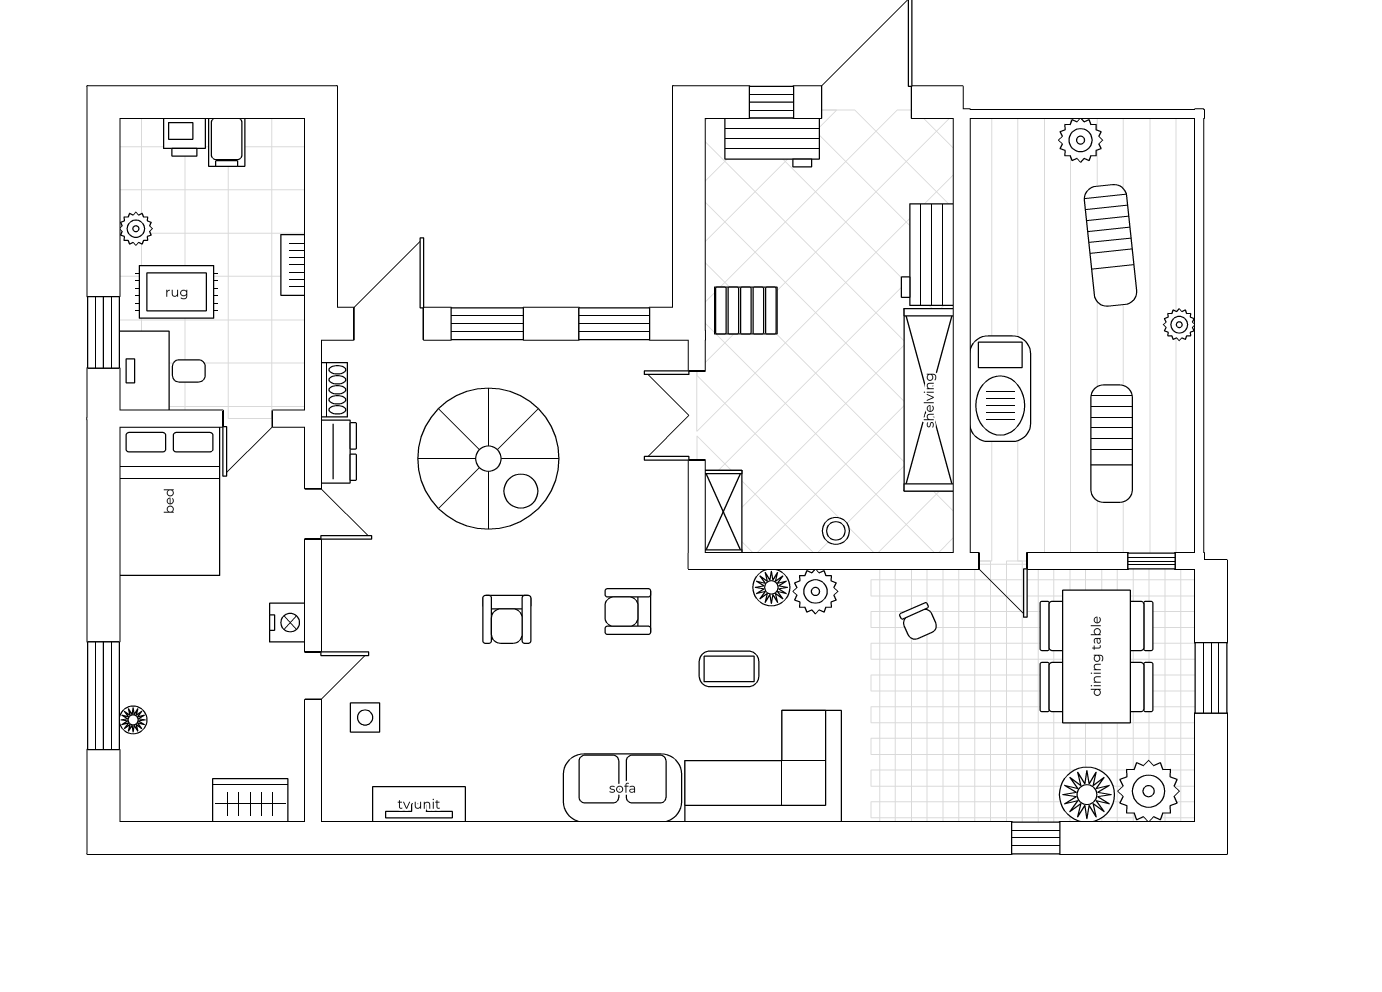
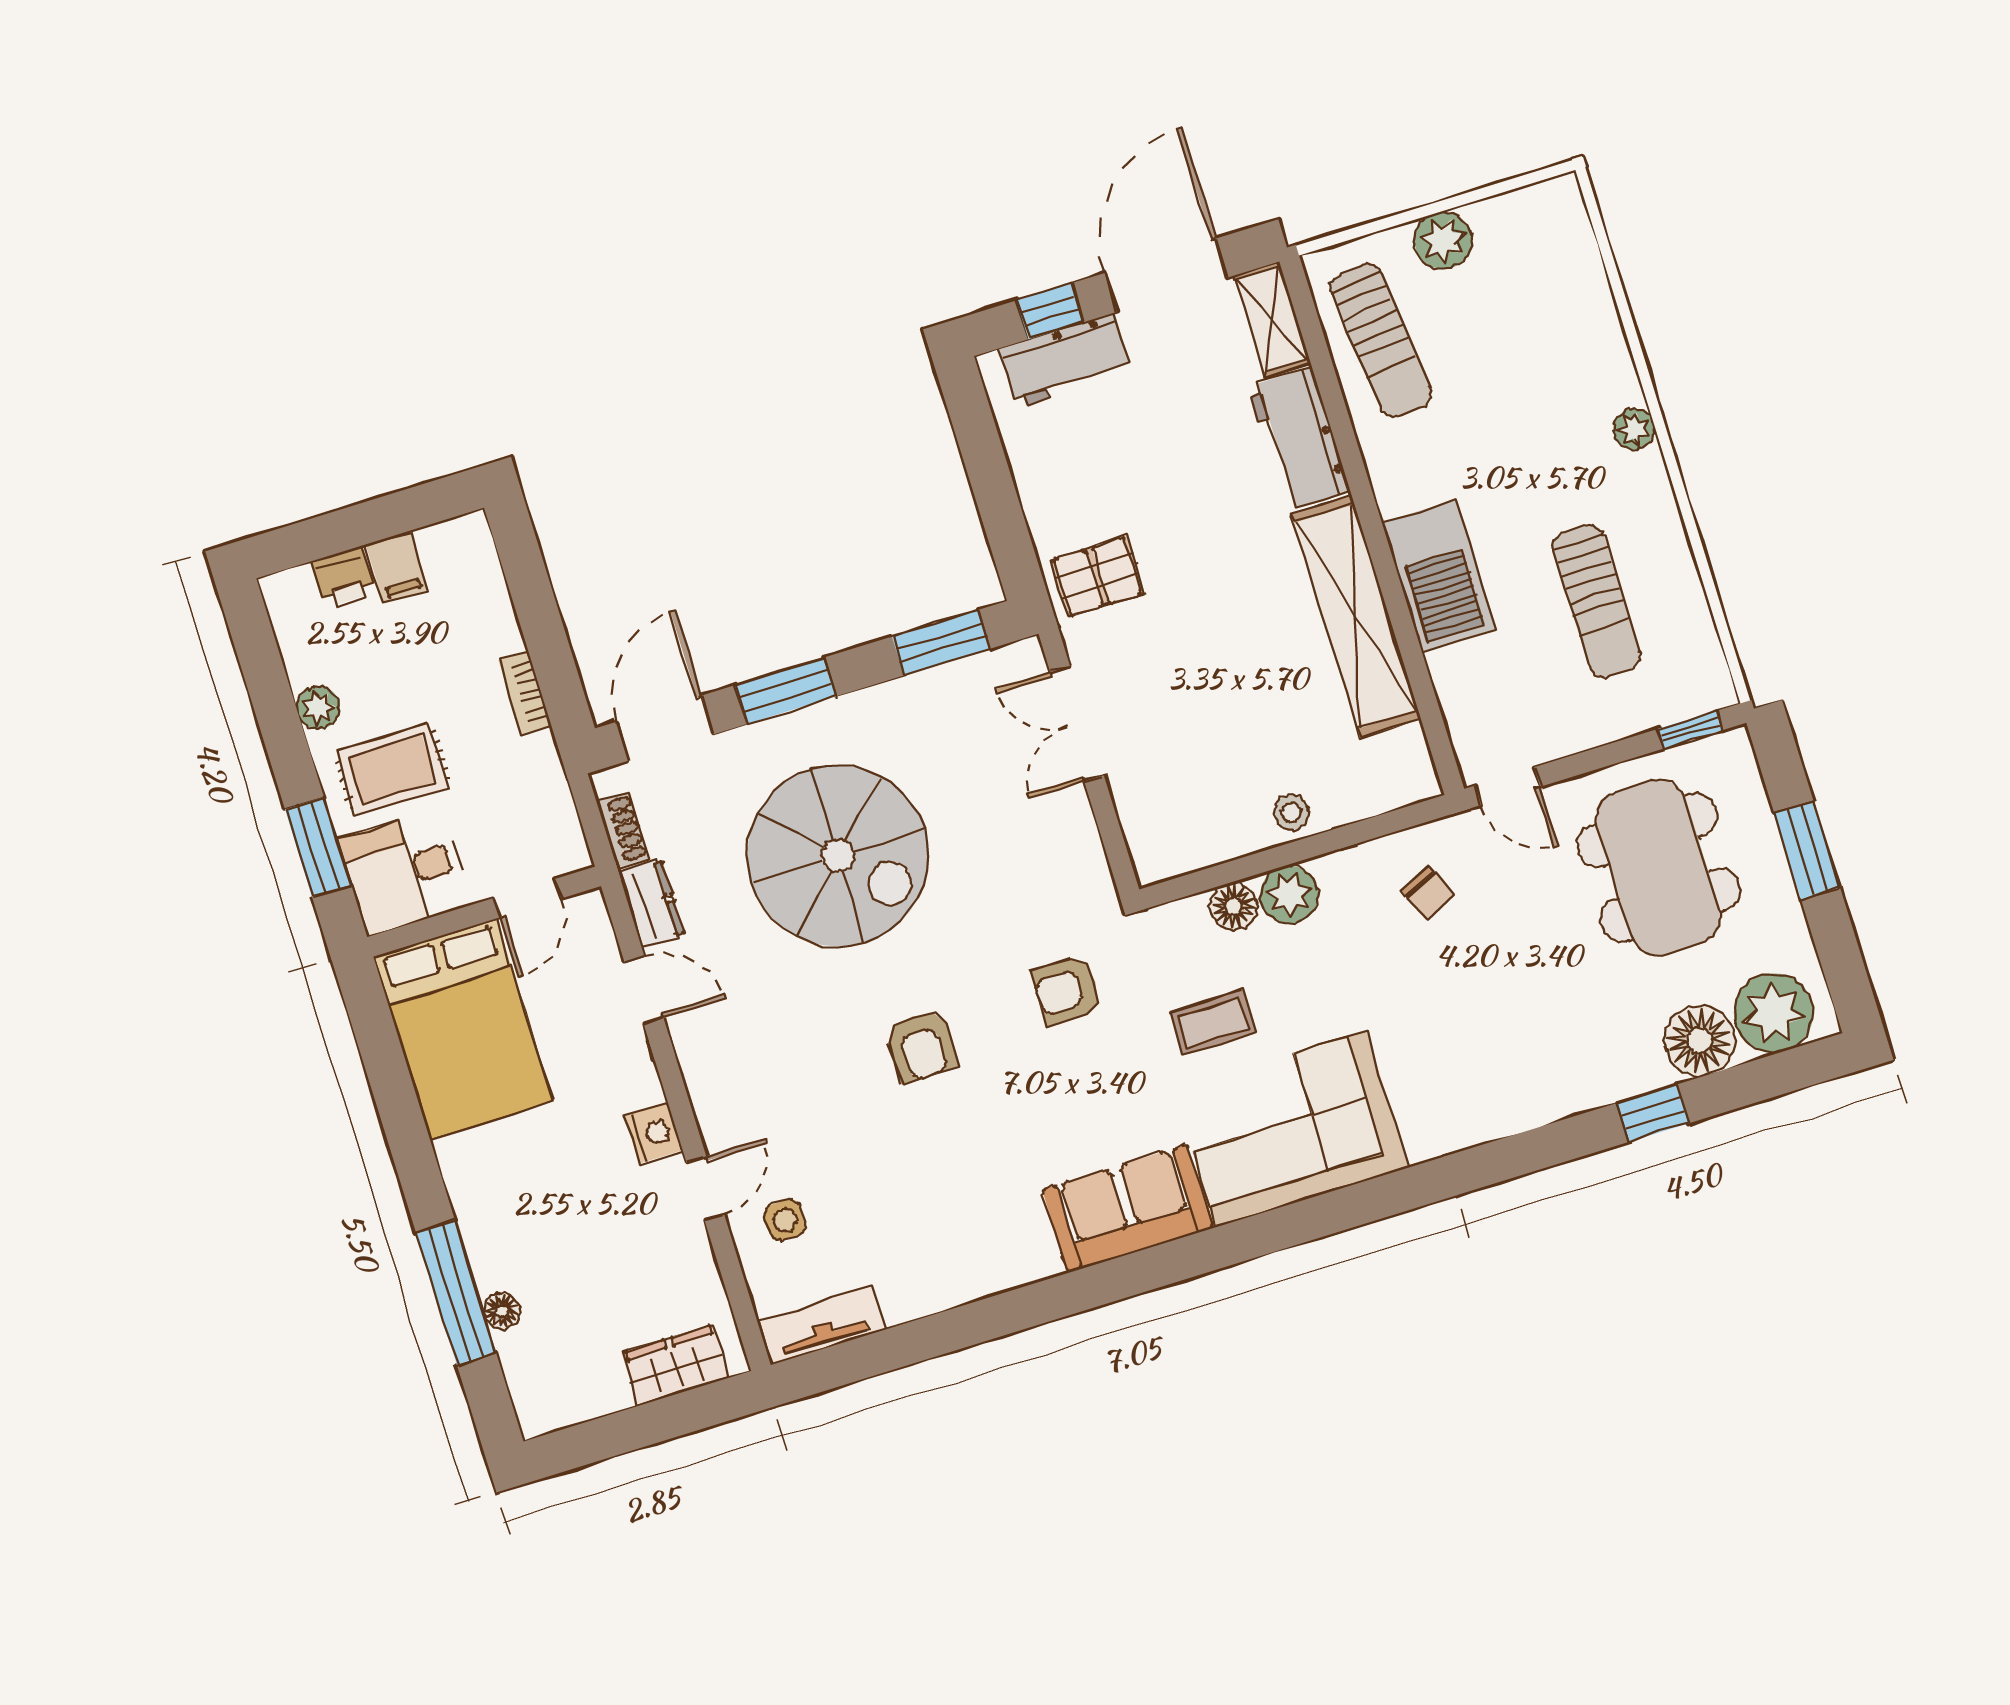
sun lounger: (1111, 245) -> (1381, 341), moved
shelving: (723, 512) -> (1272, 319), moved
tv unit: (419, 804) -> (822, 1325), moved

